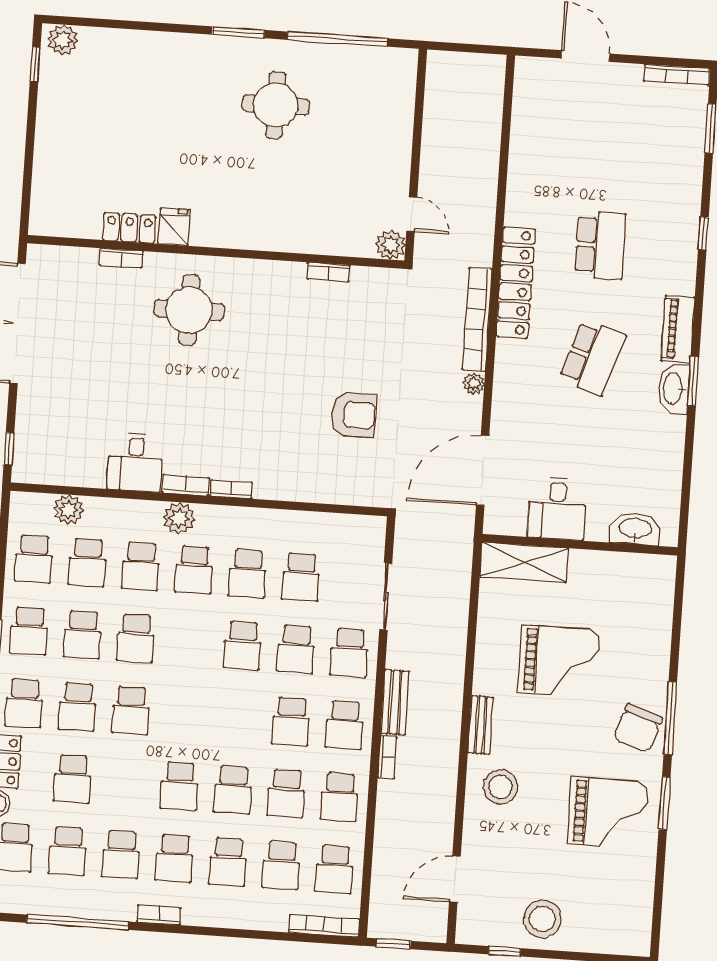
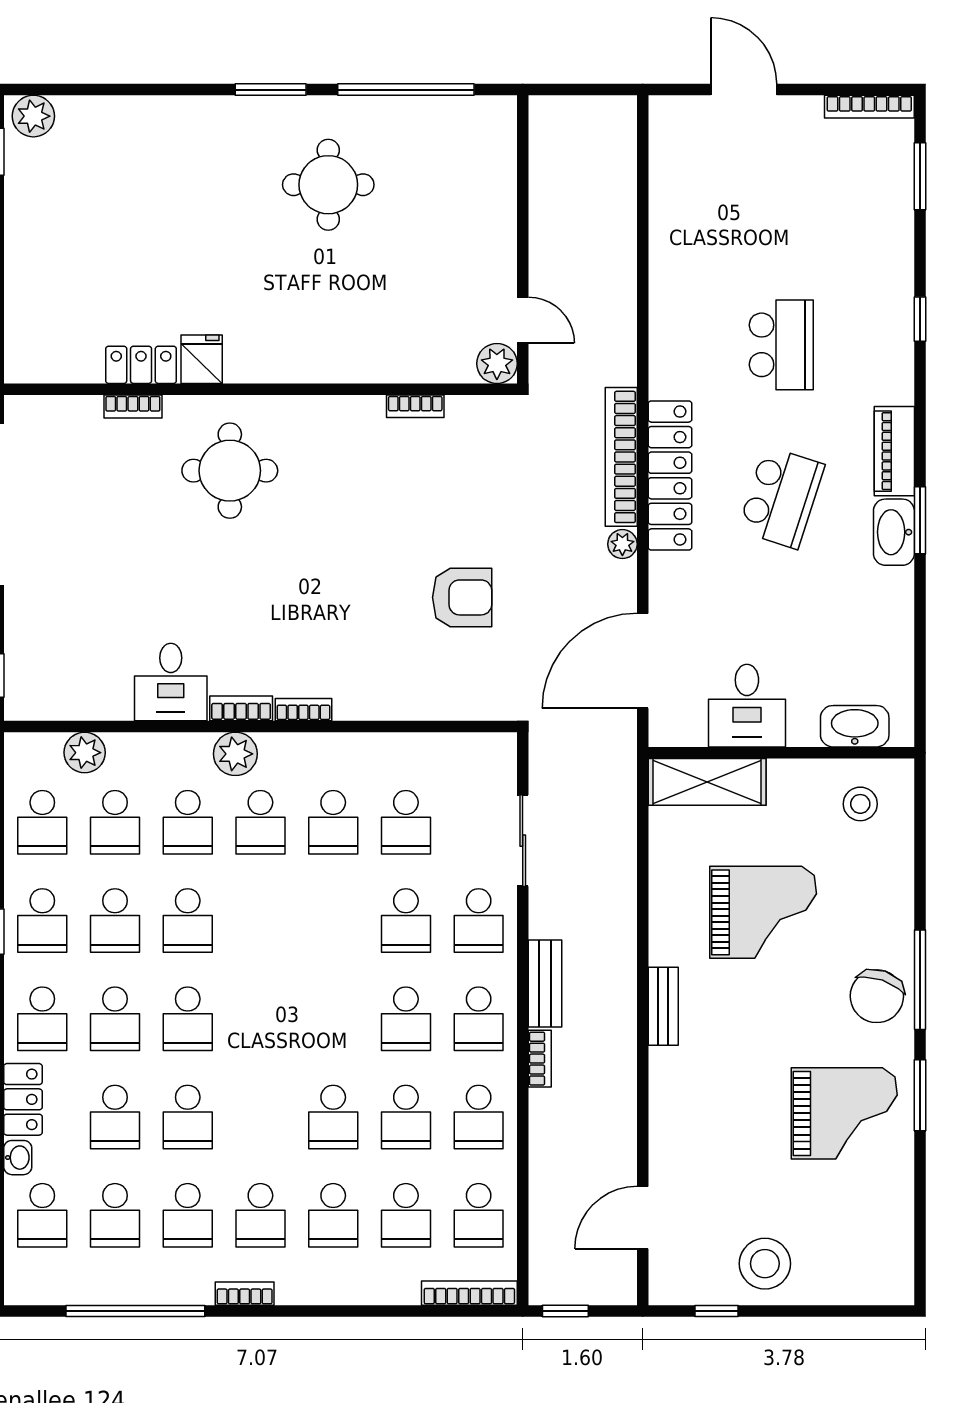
locker: (516, 283) -> (670, 475), moved
school desk: (243, 645) -> (333, 920), removed
school desk: (179, 786) -> (188, 1117), moved
stool: (500, 787) -> (860, 804), moved, width x0.73, depth x0.73

